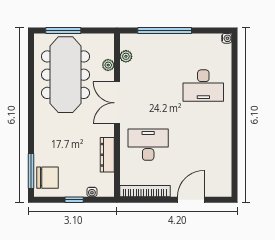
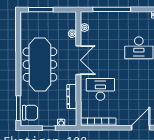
meeting table: (65, 75) -> (40, 65), moved
double door: (117, 103) -> (78, 60), swing flipped
door: (191, 200) -> (141, 128), moved

